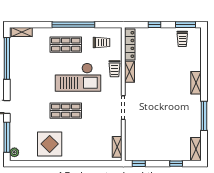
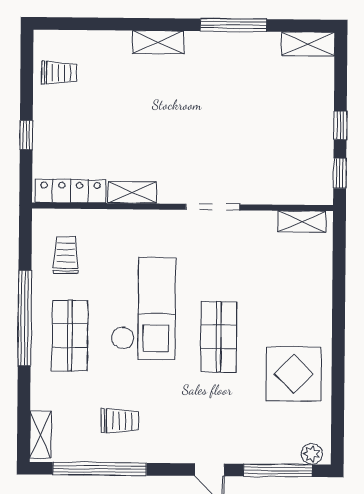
window: (185, 25) -> (27, 65), removed
trolley: (115, 69) -> (120, 421), moved
window: (176, 164) -> (340, 125), moved

